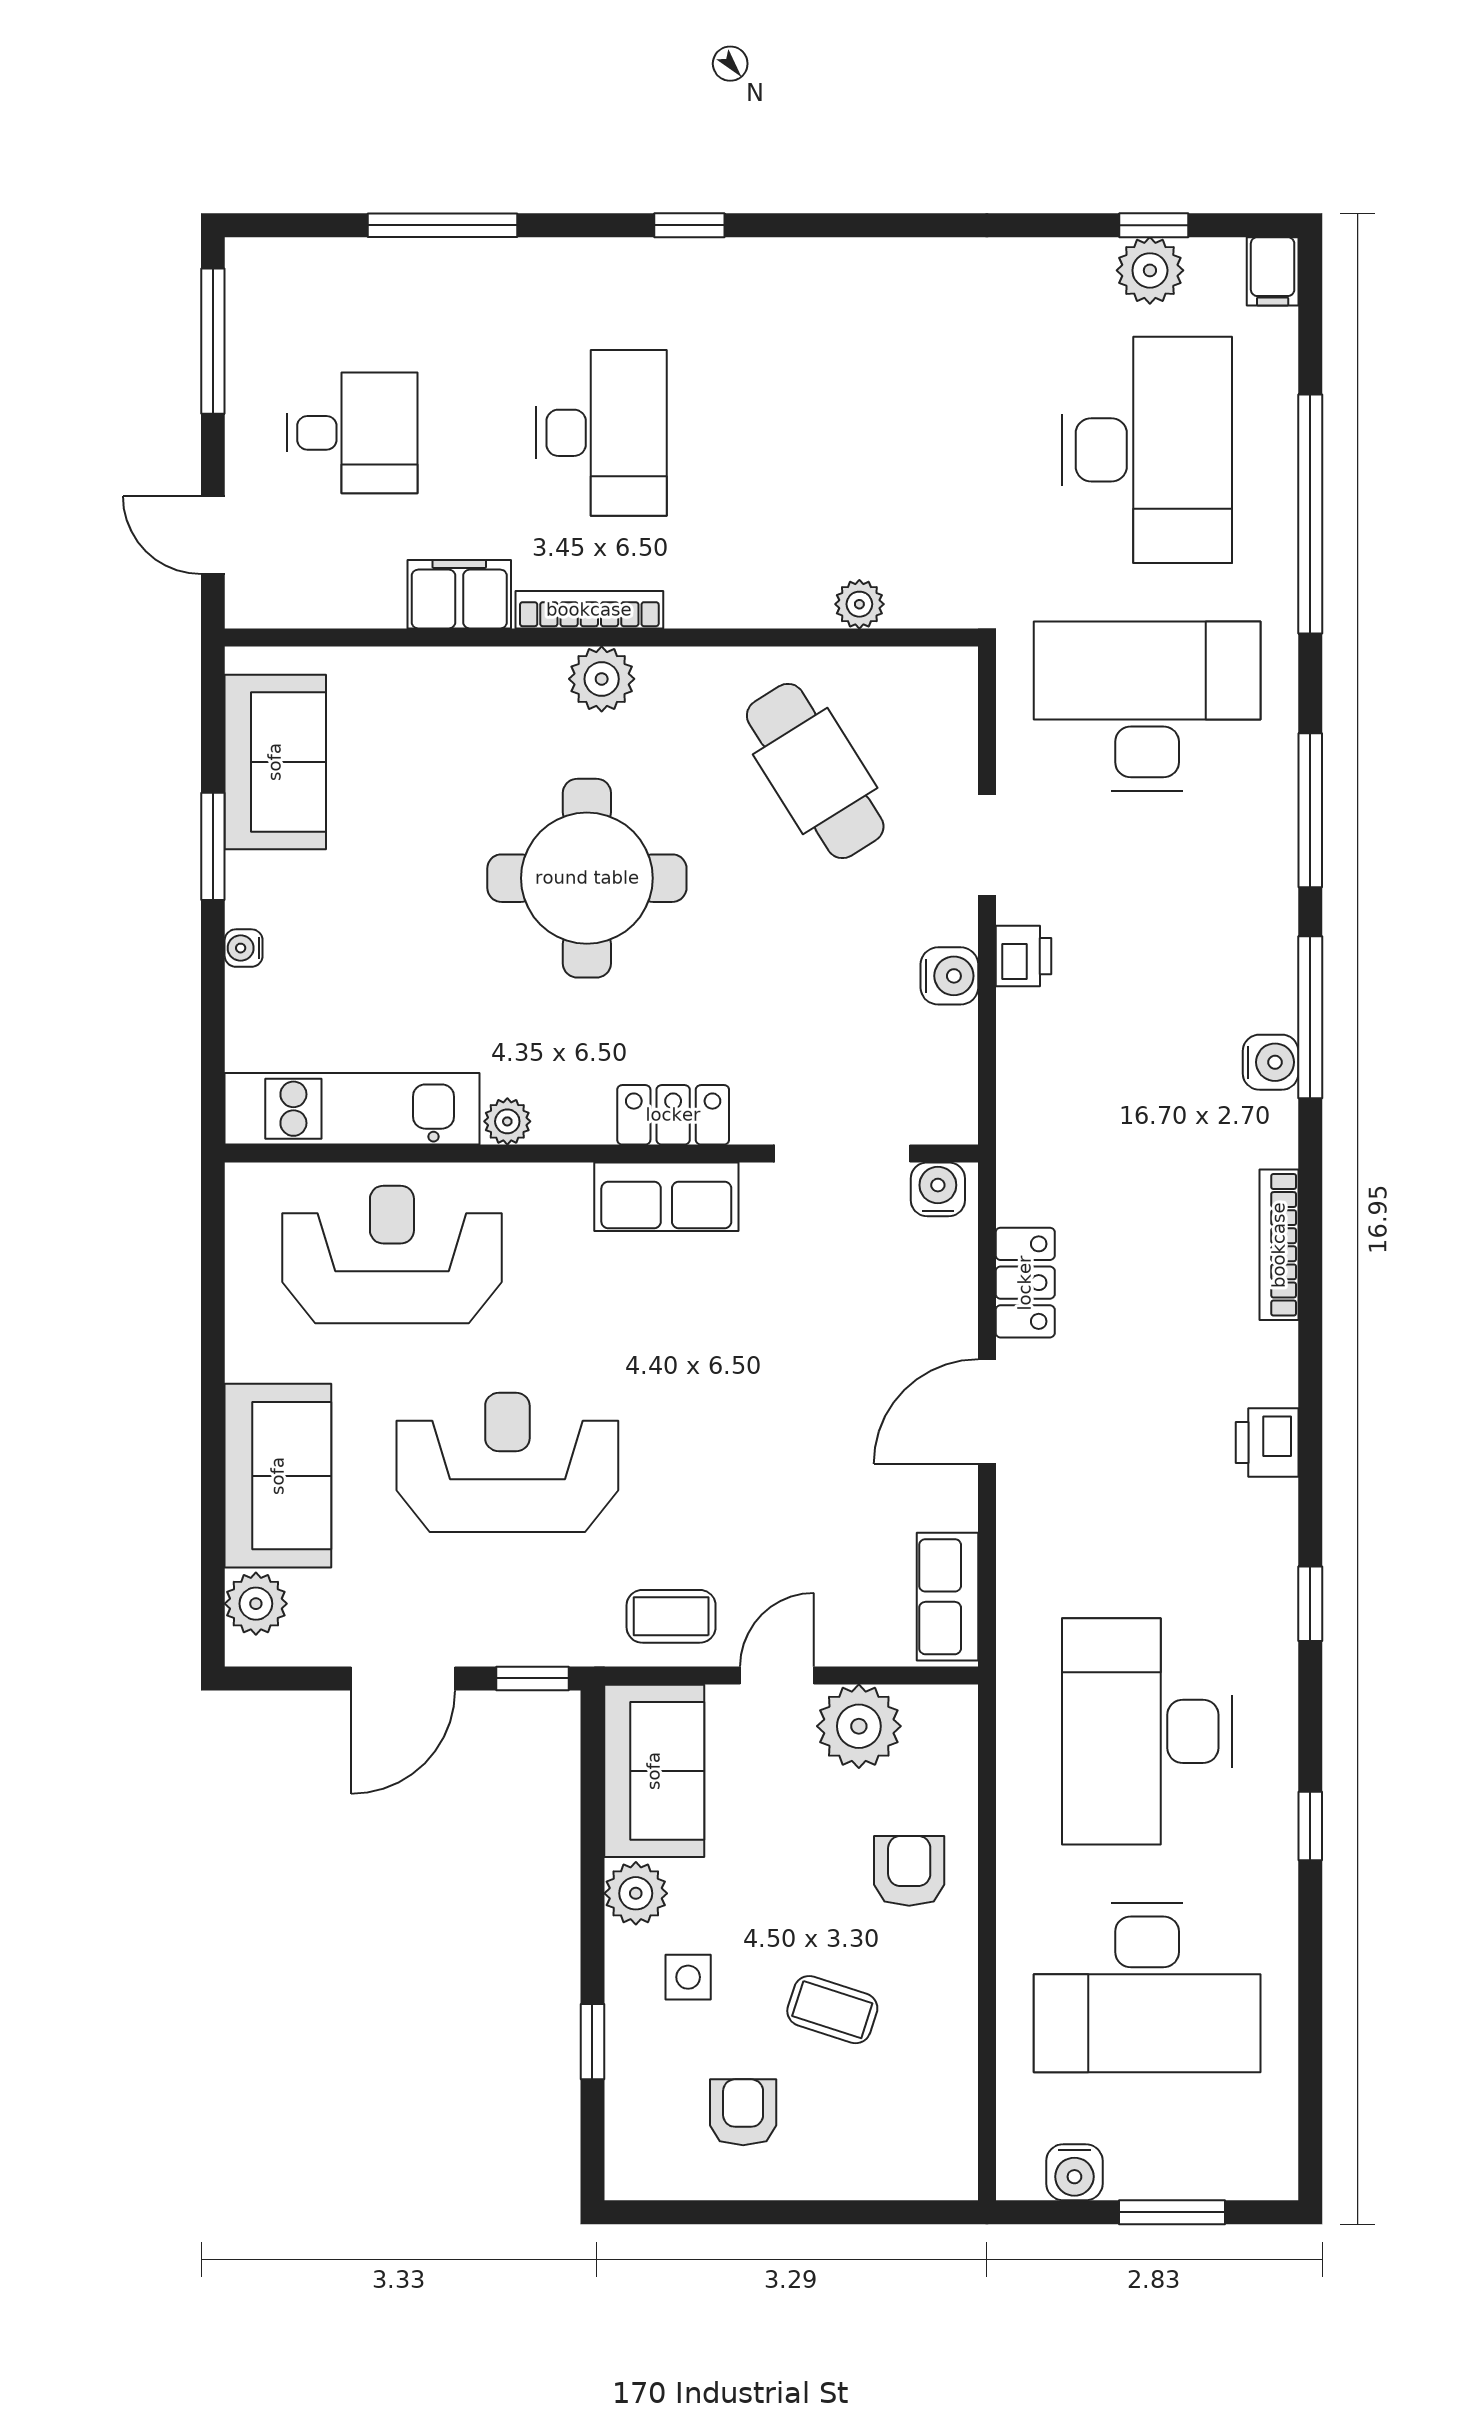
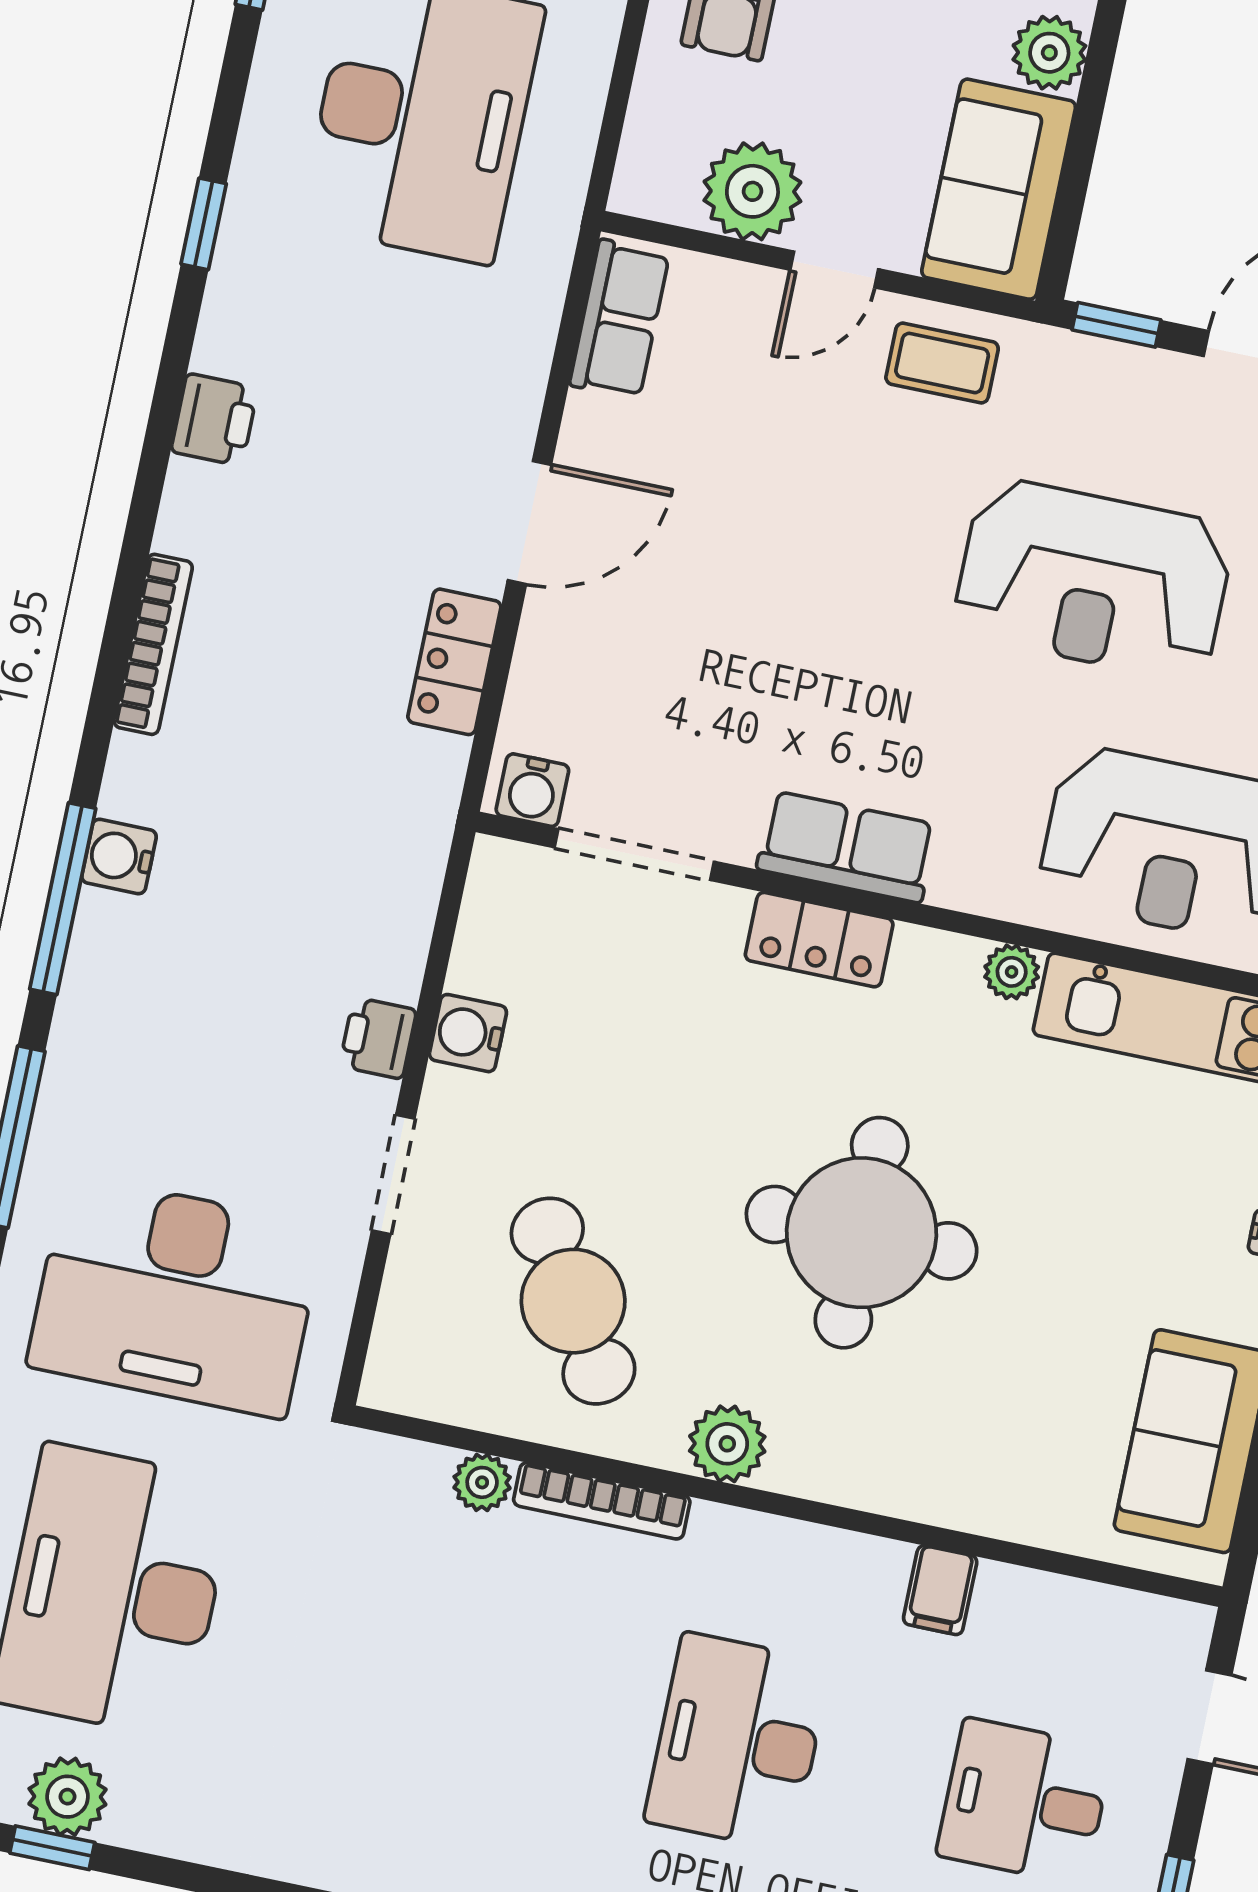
filing cabinet: (459, 594) -> (940, 1590), width x0.50
bookcase: (589, 610) -> (602, 1501), moved
plant: (602, 679) -> (727, 1444), moved

